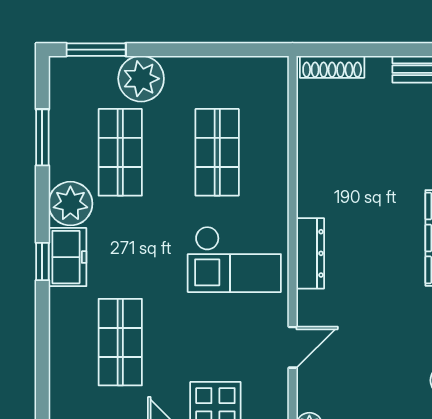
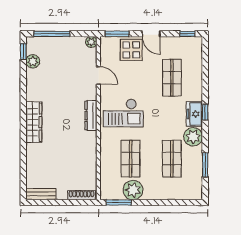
window: (96, 50) -> (119, 202), moved
plant: (141, 79) -> (133, 190), moved
checkout: (234, 259) -> (123, 113), turned 180
door: (293, 347) -> (98, 75), swing flipped

